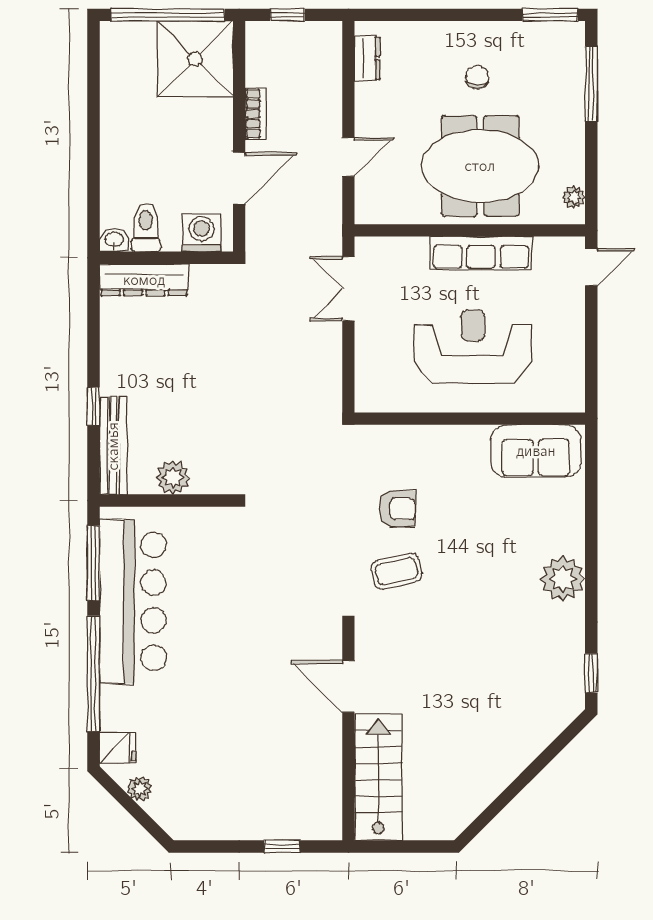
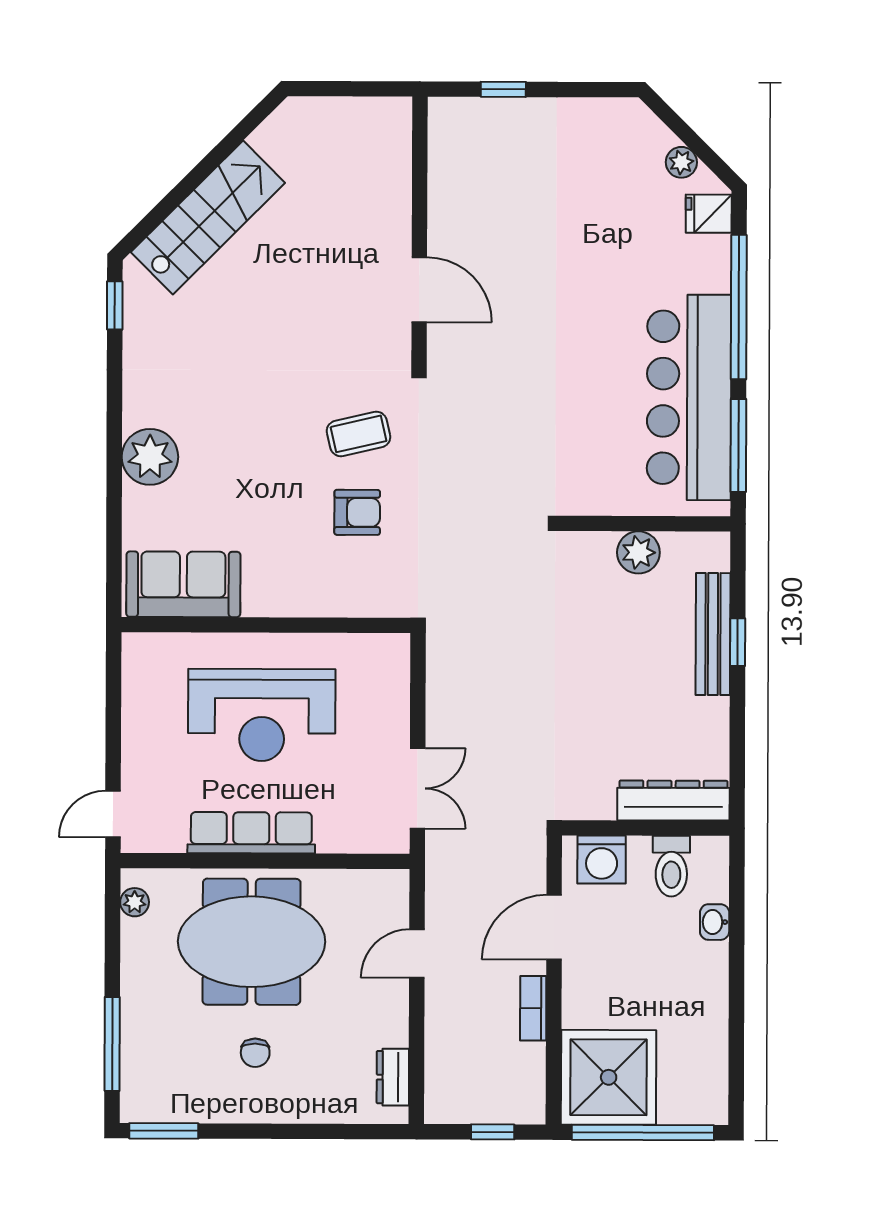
washbasin: (114, 240) -> (715, 922), moved, turned 90
bench: (113, 446) -> (713, 634), moved
armchair: (397, 509) -> (357, 512), turned 180
plant: (563, 579) -> (150, 457), moved
stairs: (378, 777) -> (208, 218), moved, turned -135

